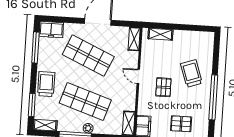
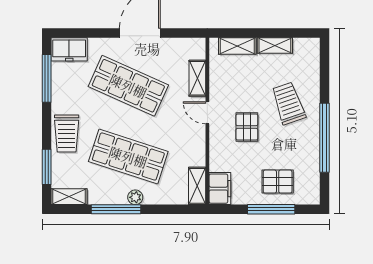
shelving: (185, 35) -> (275, 45), added
shelving: (134, 39) -> (197, 78), moved
trolley: (46, 84) -> (67, 133), turned 180

